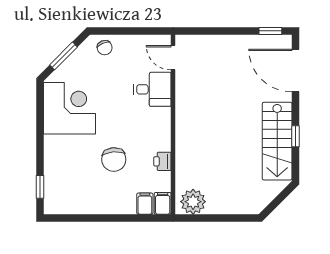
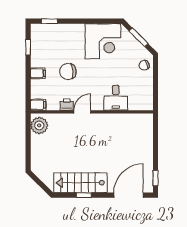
door: (173, 58) -> (82, 112), moved
filing cabinet: (145, 204) -> (38, 73), moved
window: (78, 218) -> (28, 47), added

